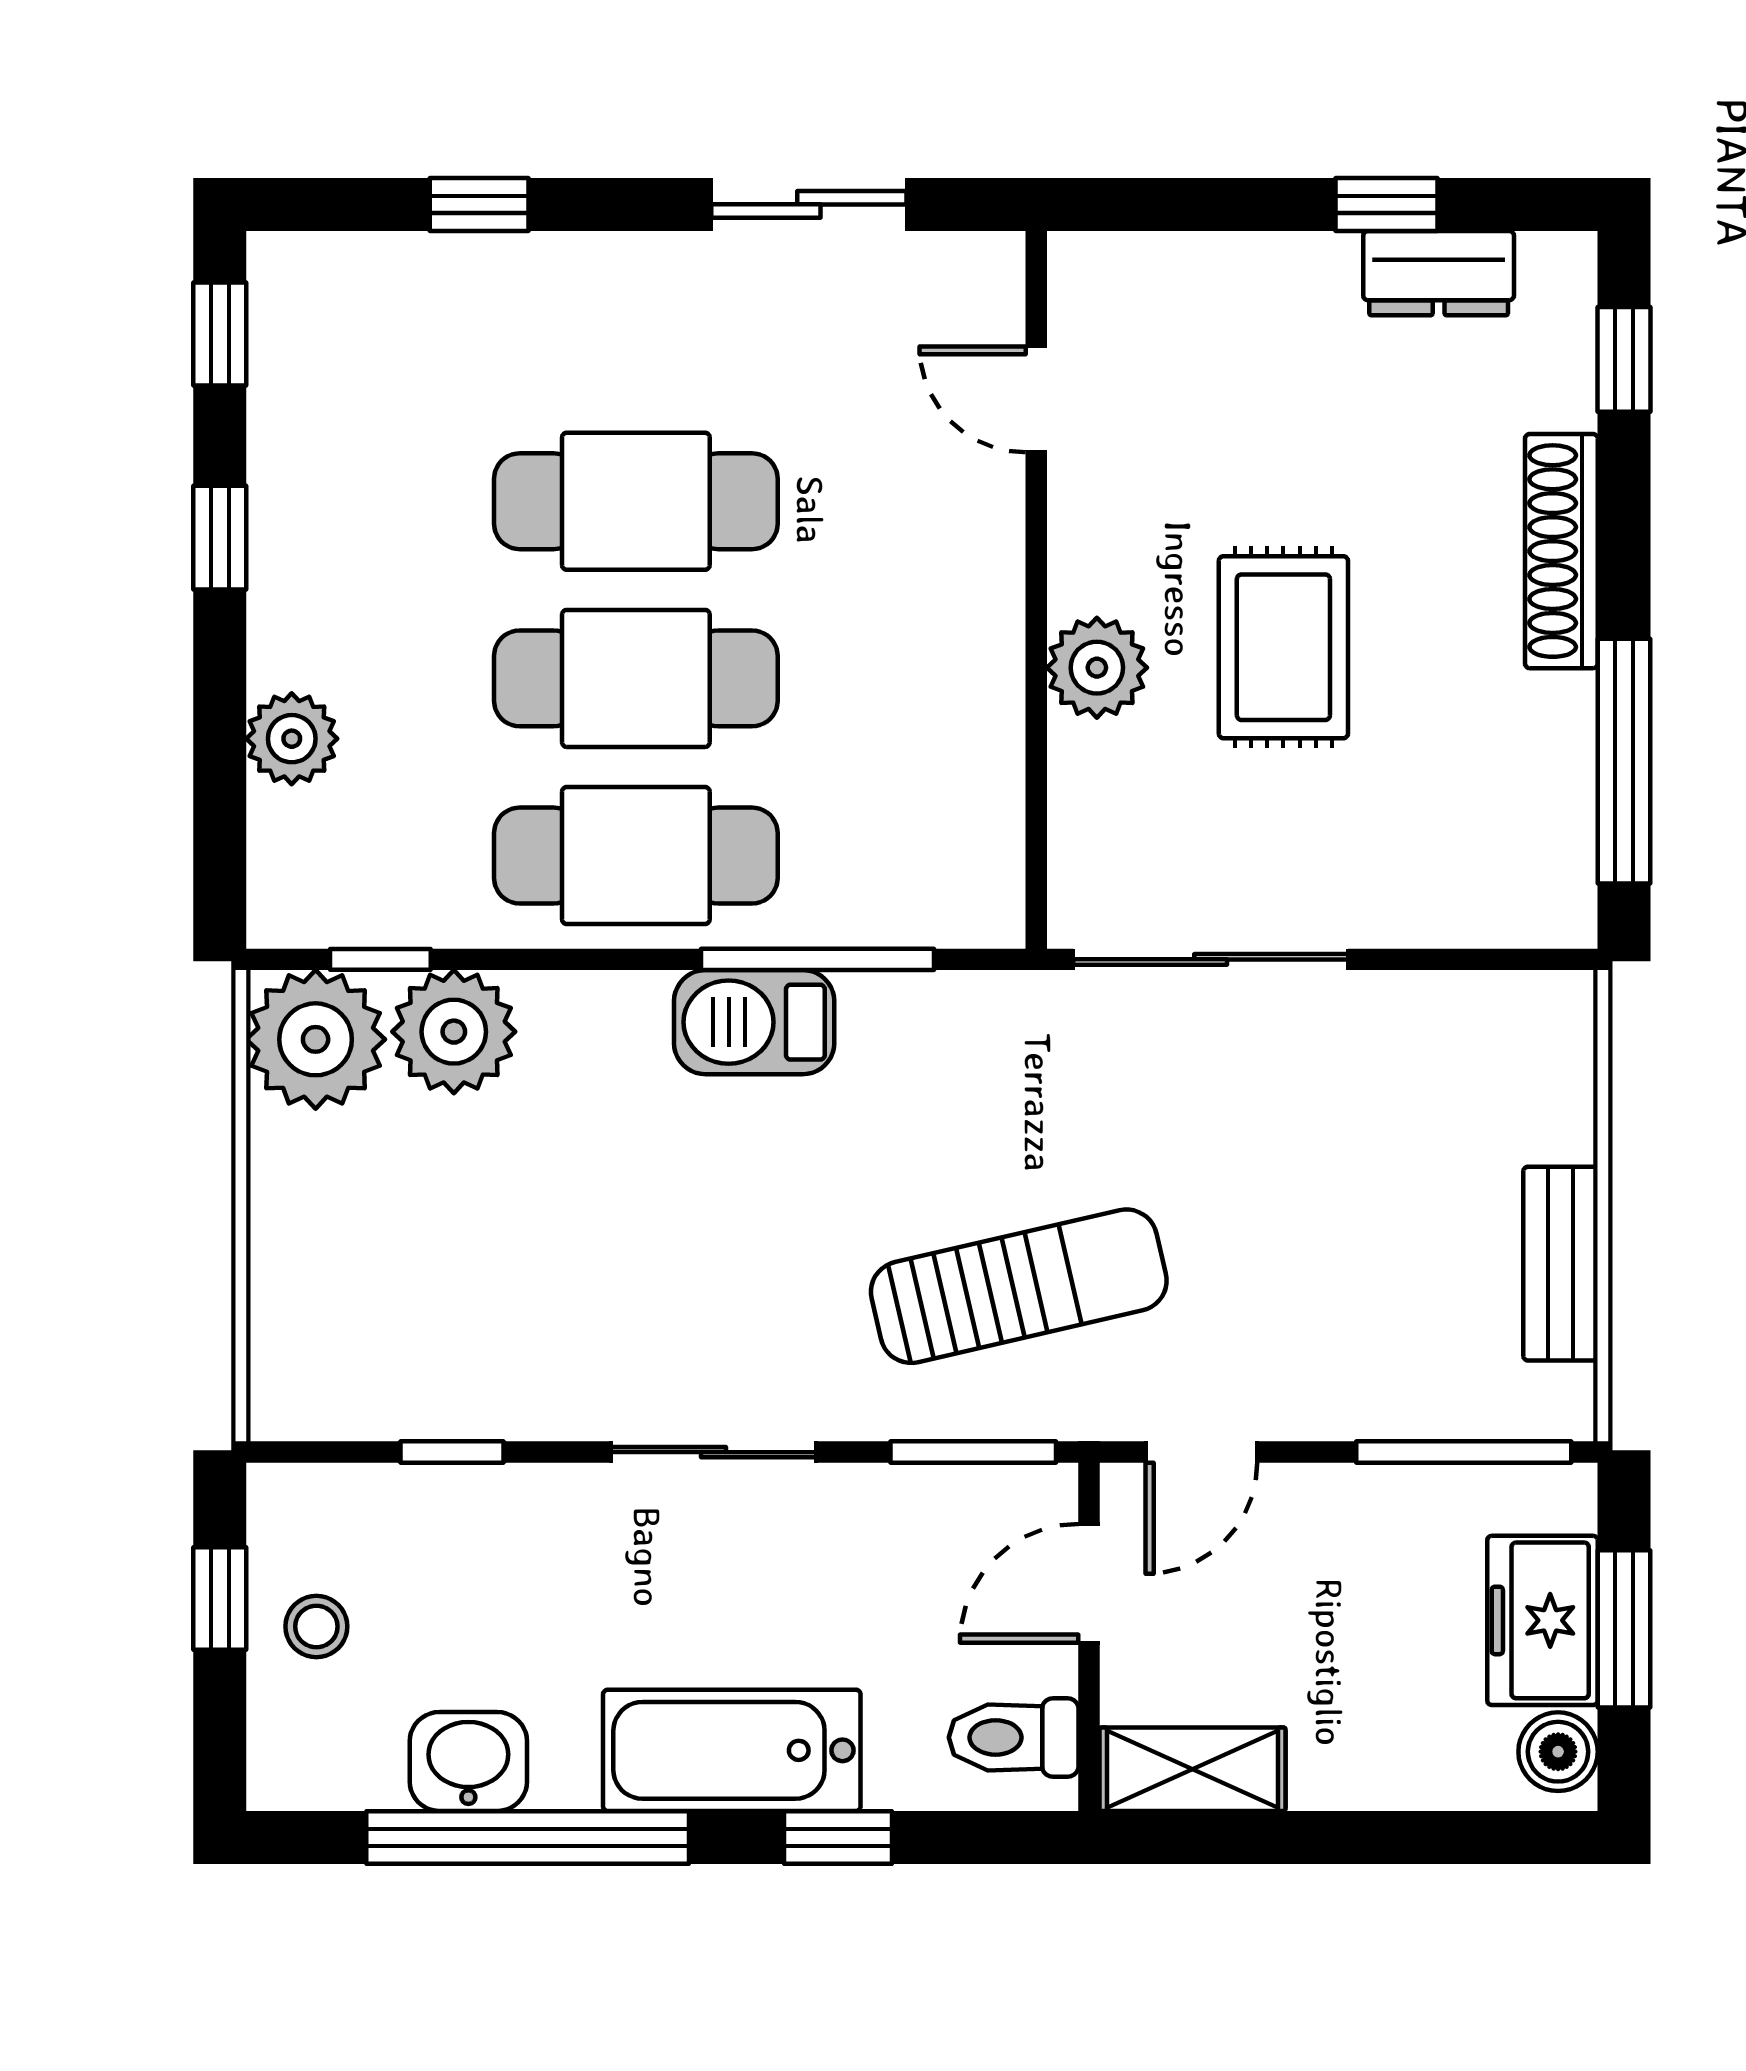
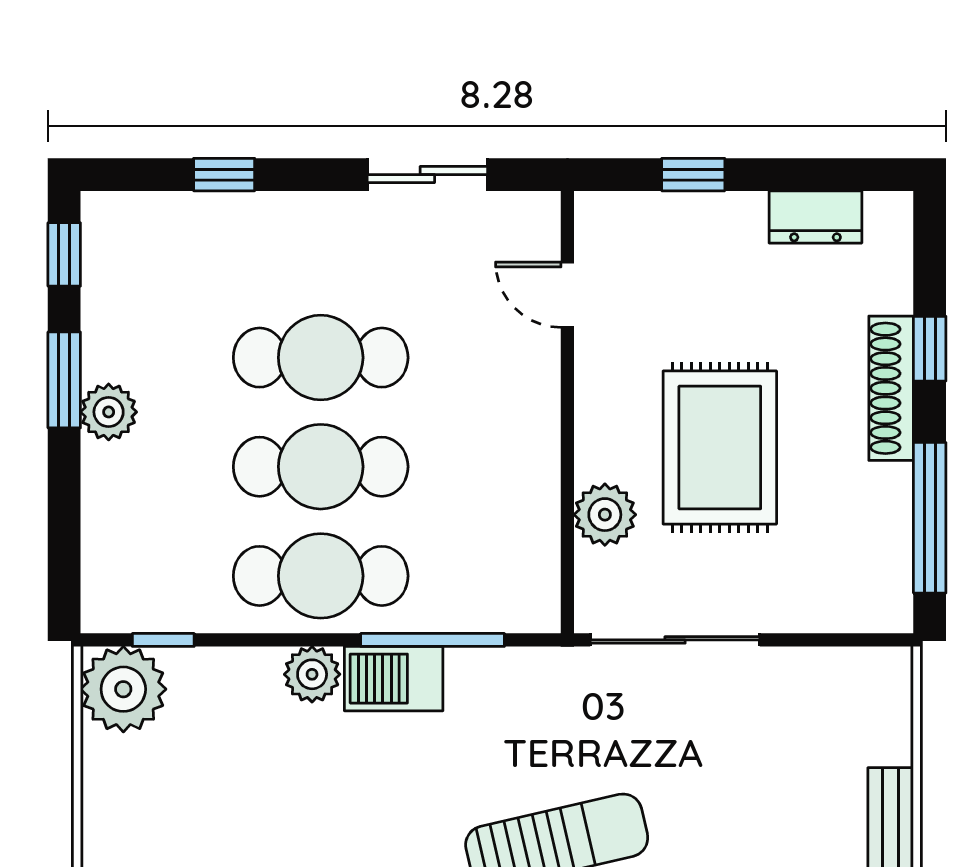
window: (1387, 204) -> (693, 175), moved
window: (1624, 359) -> (930, 349), moved
window: (220, 538) -> (64, 380), width x1.50
rug: (1283, 647) -> (720, 448), width x1.36, depth x1.43
plant: (1097, 668) -> (605, 515), moved
plant: (292, 739) -> (109, 412), moved
plant: (454, 1032) -> (312, 674), moved, width x0.73, depth x0.73

